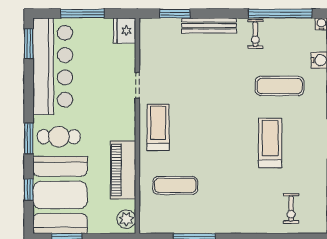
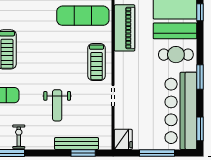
bench: (209, 25) -> (77, 144), moved
weight bench: (207, 73) -> (57, 105), added
window: (29, 138) -> (200, 77), moved
exercise mat: (175, 185) -> (83, 16), width x1.36, depth x1.45

